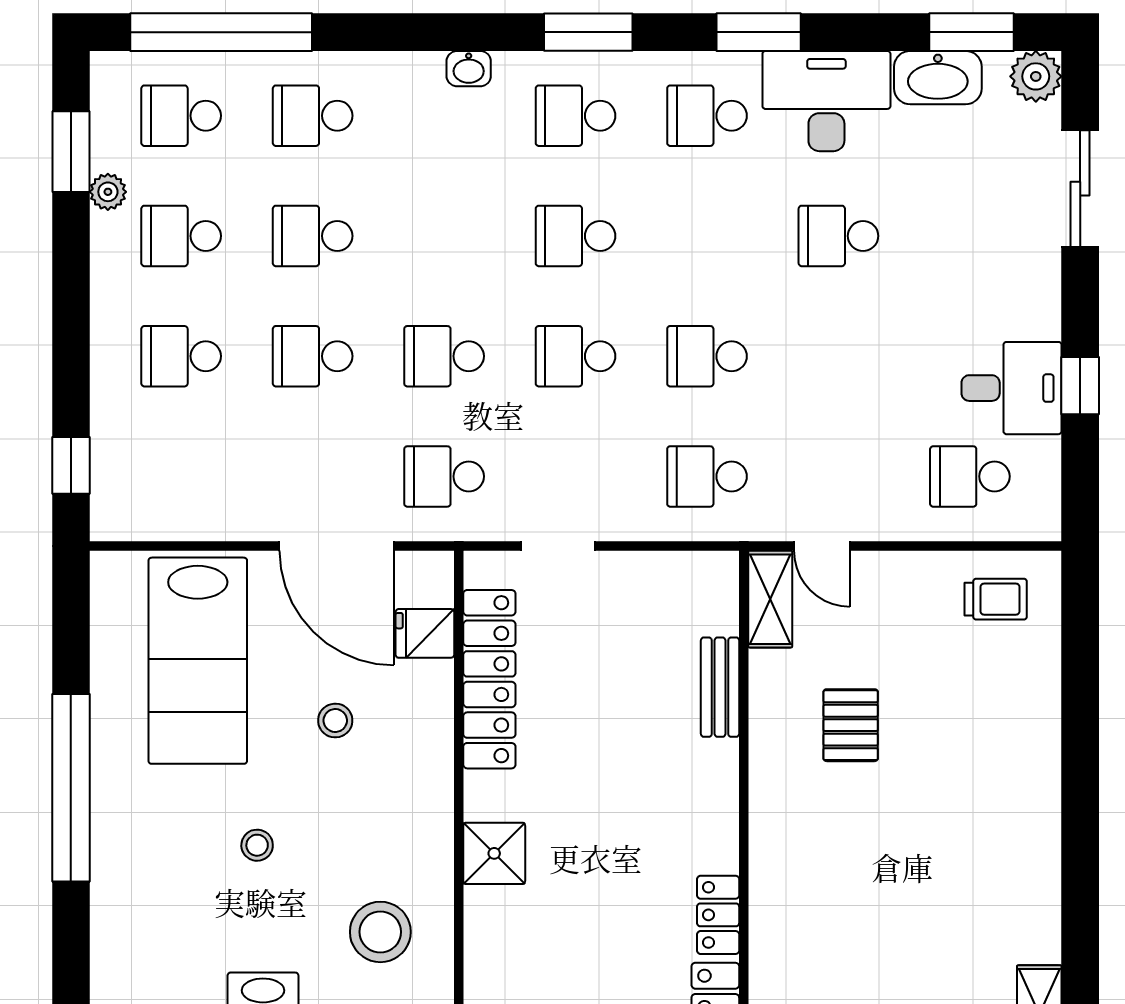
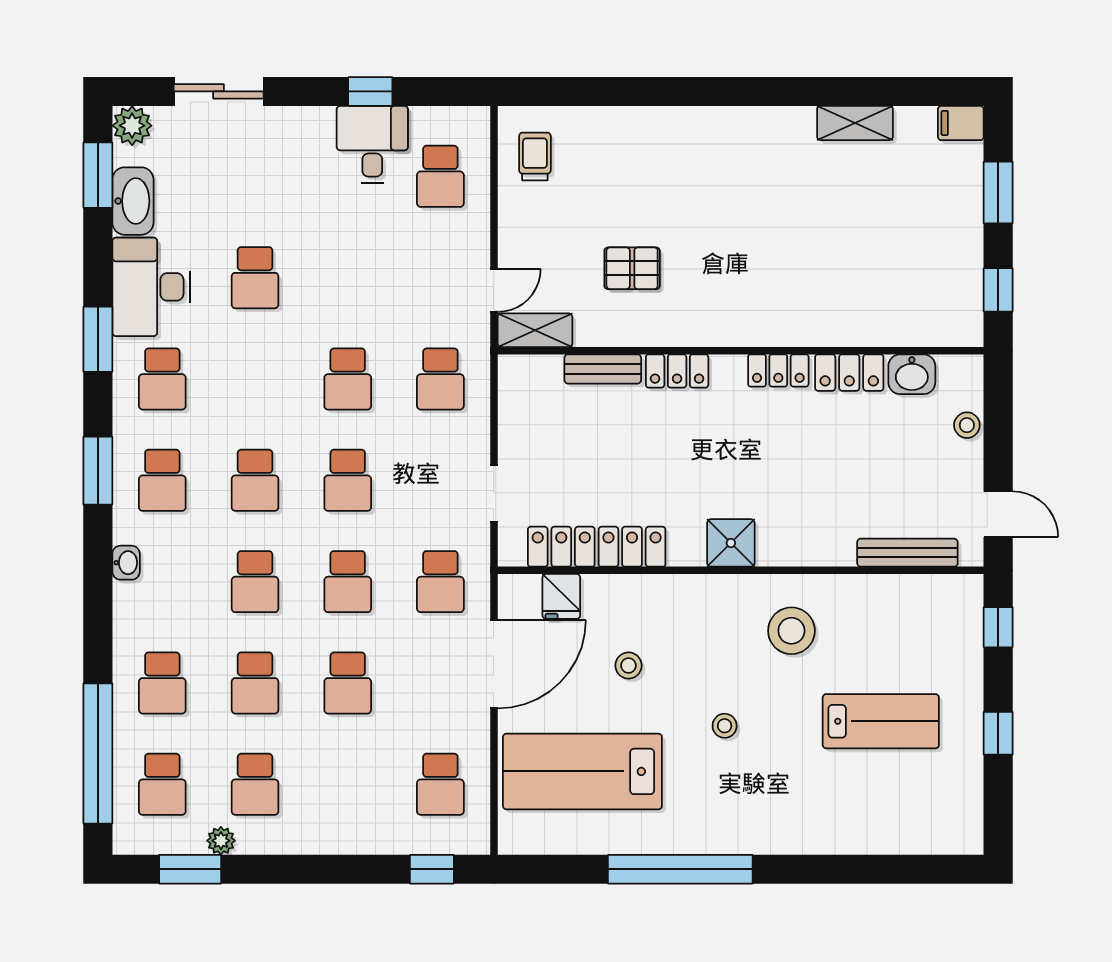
school desk: (444, 236) -> (255, 582), added
school desk: (181, 356) -> (440, 784), moved
lab bench: (198, 661) -> (582, 771), turned 180
locker: (717, 784) -> (677, 371), added

